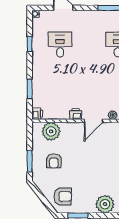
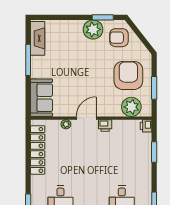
window: (30, 161) -> (154, 88), moved
armchair: (54, 161) -> (128, 75), width x1.88, depth x1.88
plant: (105, 204) -> (93, 29), moved

